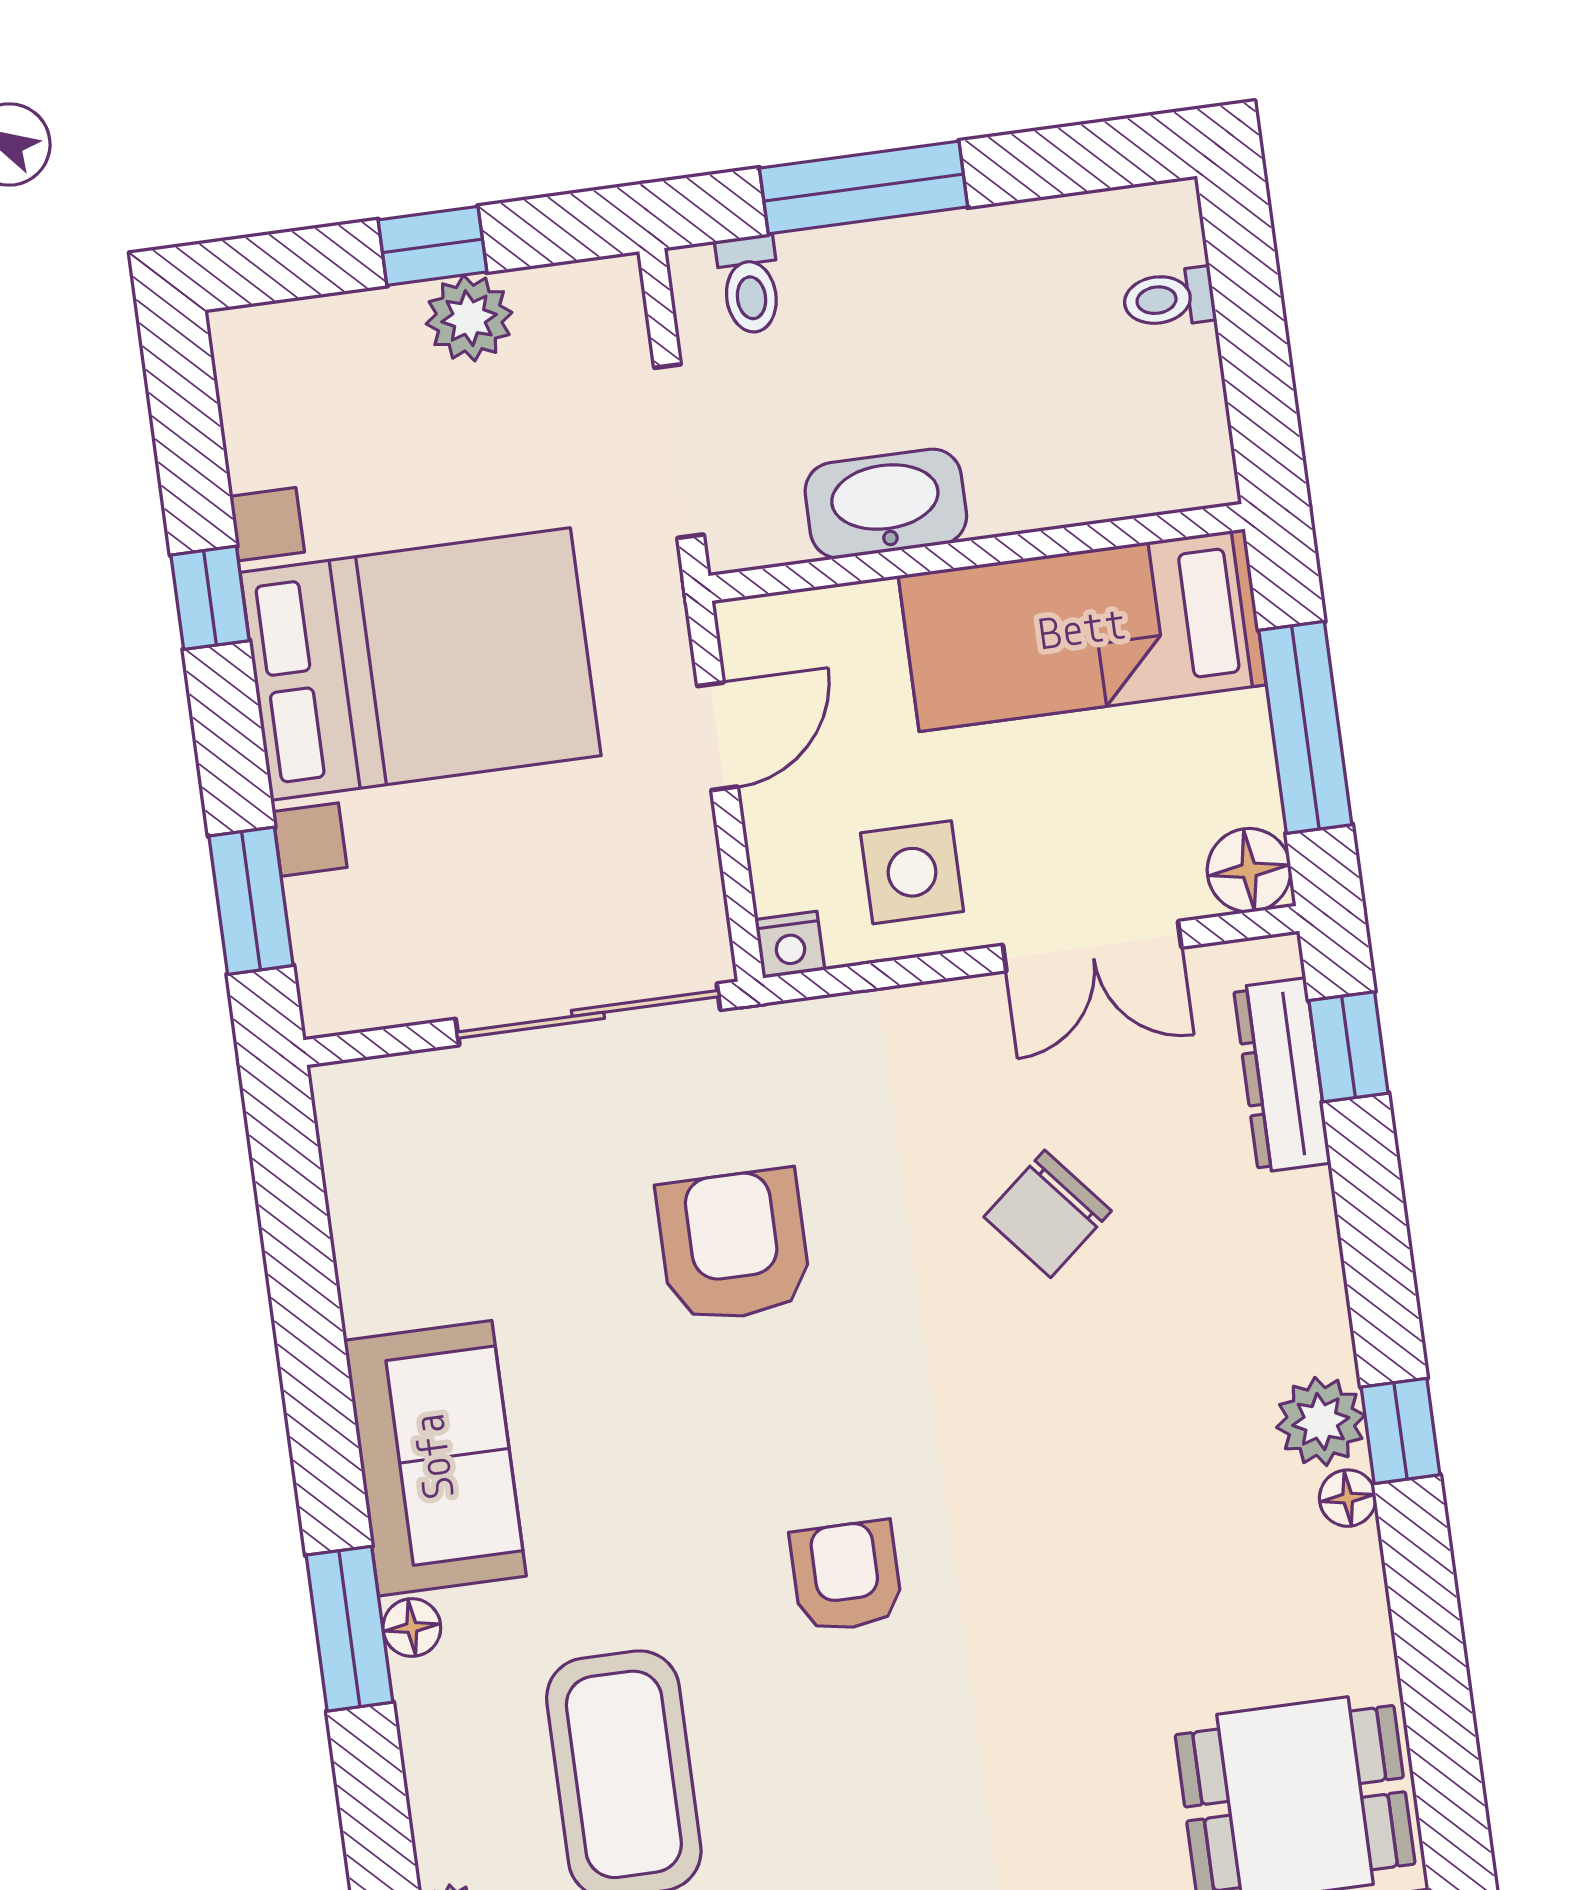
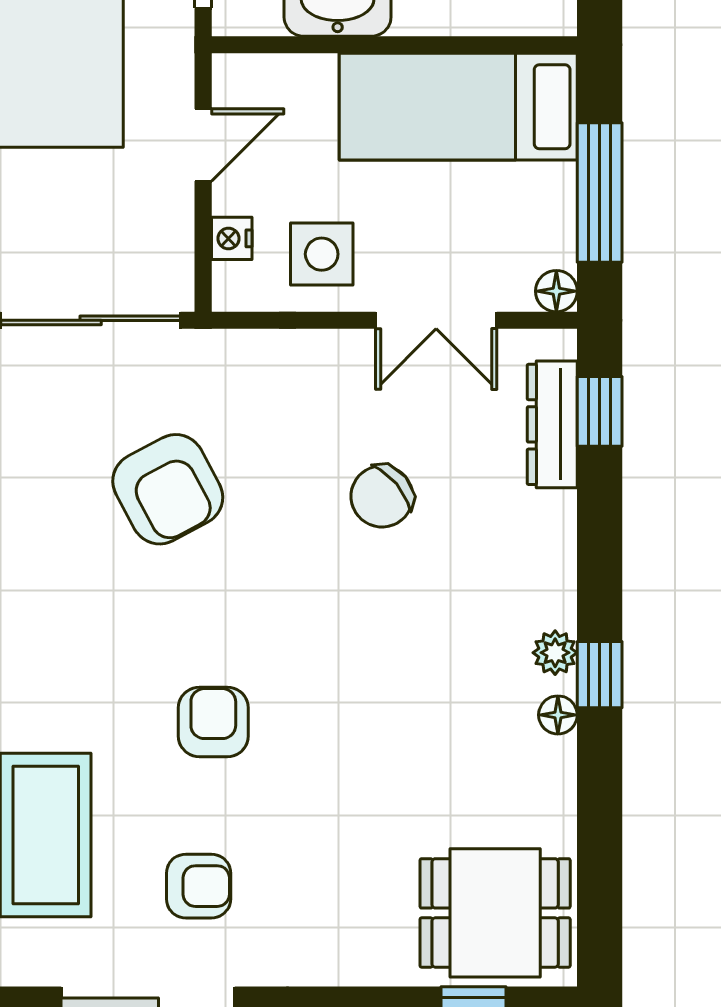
floor lamp: (1249, 870) -> (556, 291), width x0.73, depth x0.73
nightstand: (790, 945) -> (232, 238), moved, turned 90
armchair: (734, 1246) -> (168, 489), turned 152
plant: (1321, 1421) -> (555, 653), width x0.73, depth x0.73
armchair: (857, 1819) -> (199, 886), added

